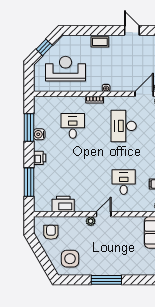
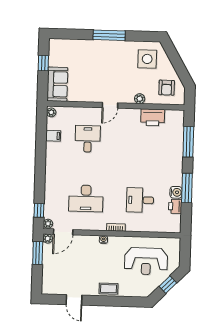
desk: (73, 126) -> (140, 200), turned 90
desk: (124, 126) -> (86, 198), turned 90
window: (29, 127) -> (187, 188), moved
printer: (40, 158) -> (175, 206), moved
desk: (124, 182) -> (88, 139), turned 180
plant: (91, 221) -> (140, 99), moved

